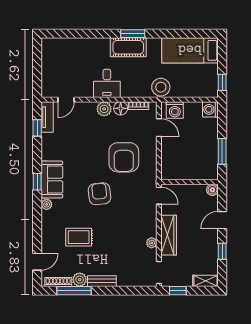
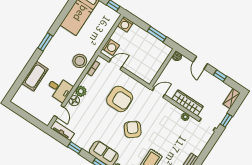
cot: (128, 47) -> (35, 76), moved
desk: (107, 83) -> (59, 89), moved
stool: (161, 87) -> (80, 61), moved
floor lamp: (121, 108) -> (74, 101), moved
window: (37, 128) -> (75, 148), moved
armchair: (100, 194) -> (133, 129), turned 57

